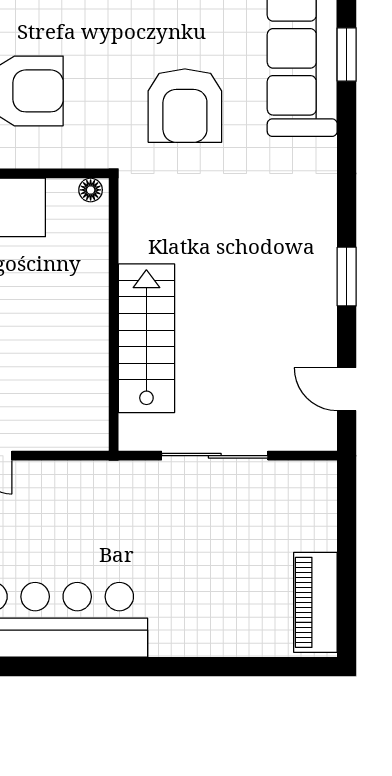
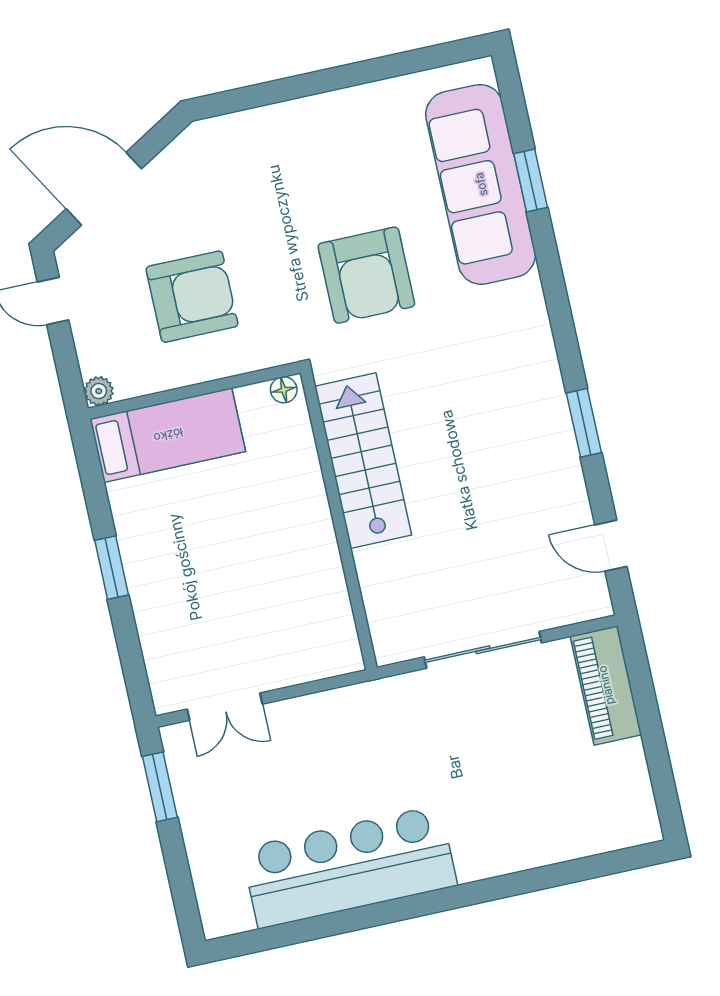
stairs: (146, 338) -> (363, 461), moved
piano: (315, 602) -> (606, 685), moved

